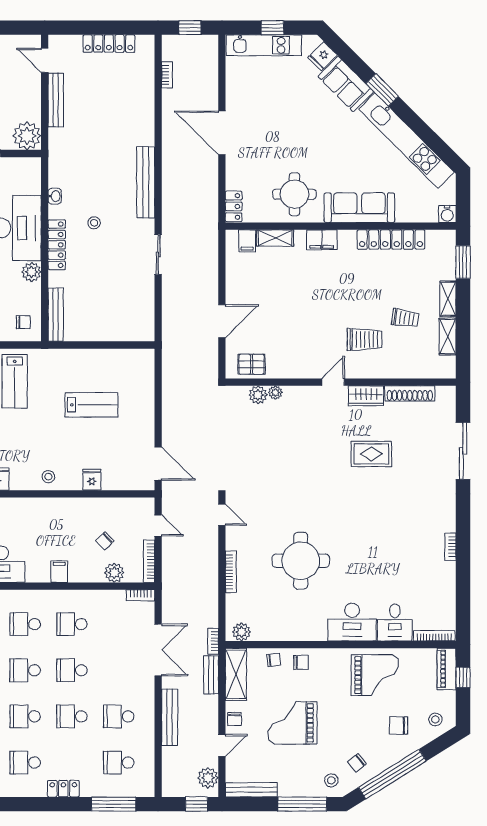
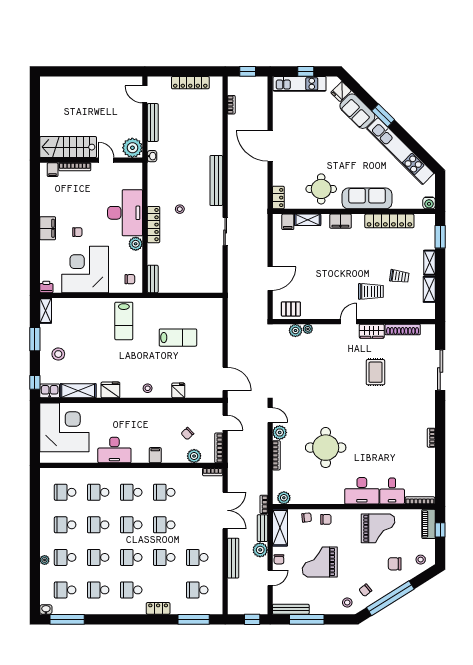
washbasin: (55, 196) -> (152, 156), moved
bench: (56, 315) -> (153, 279), width x0.73
rug: (371, 454) -> (375, 372), turned 90
plant: (236, 539) -> (280, 432), added
plant: (208, 778) -> (260, 550), moved
window: (302, 804) -> (307, 619), moved

